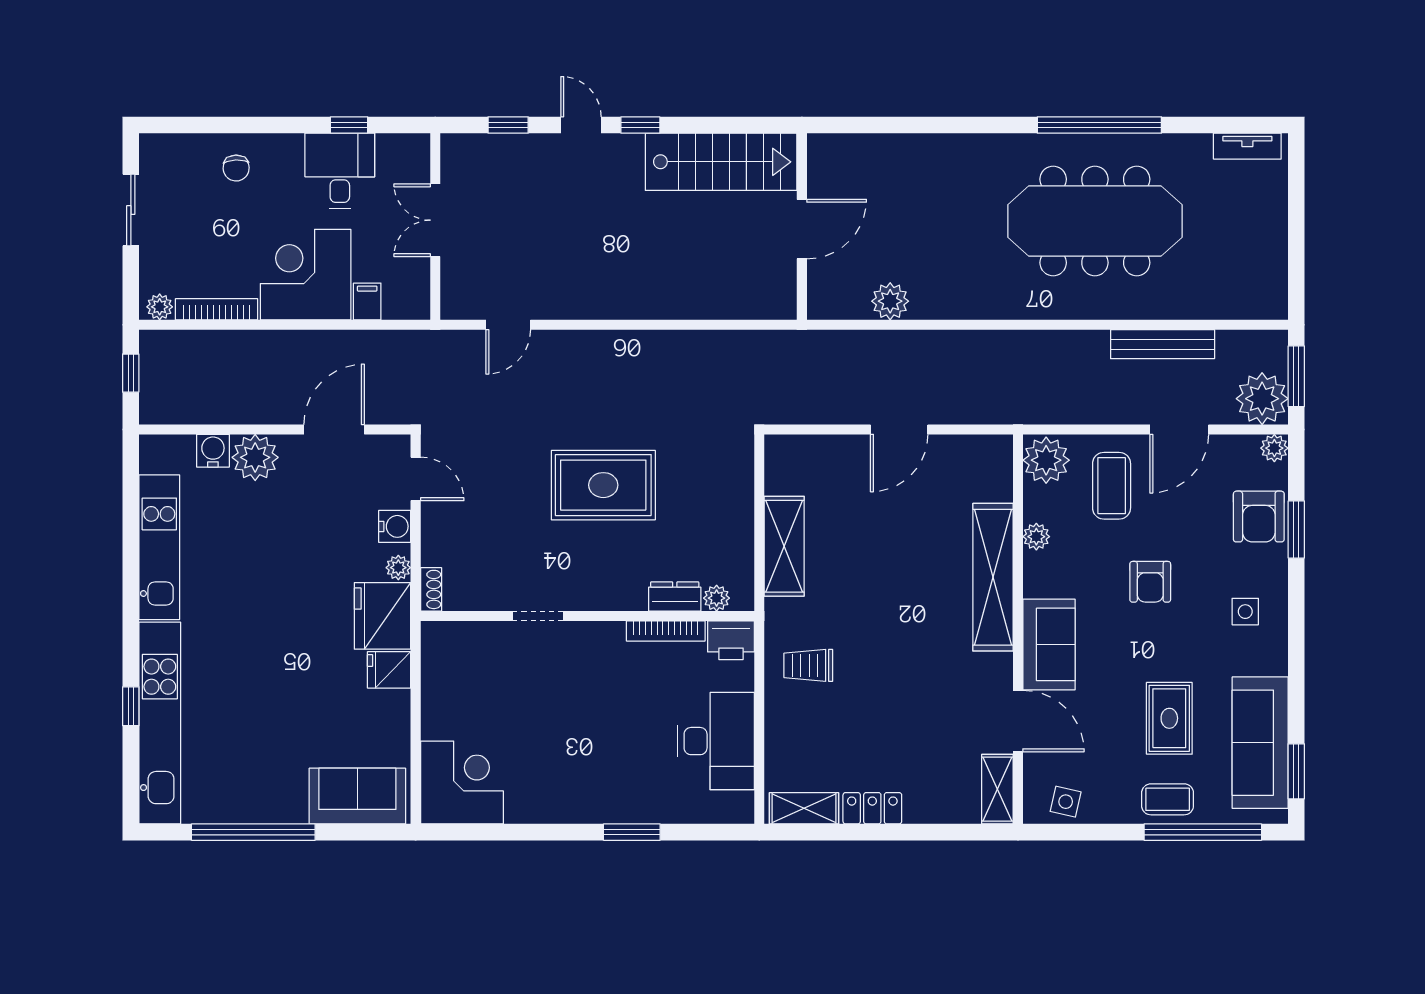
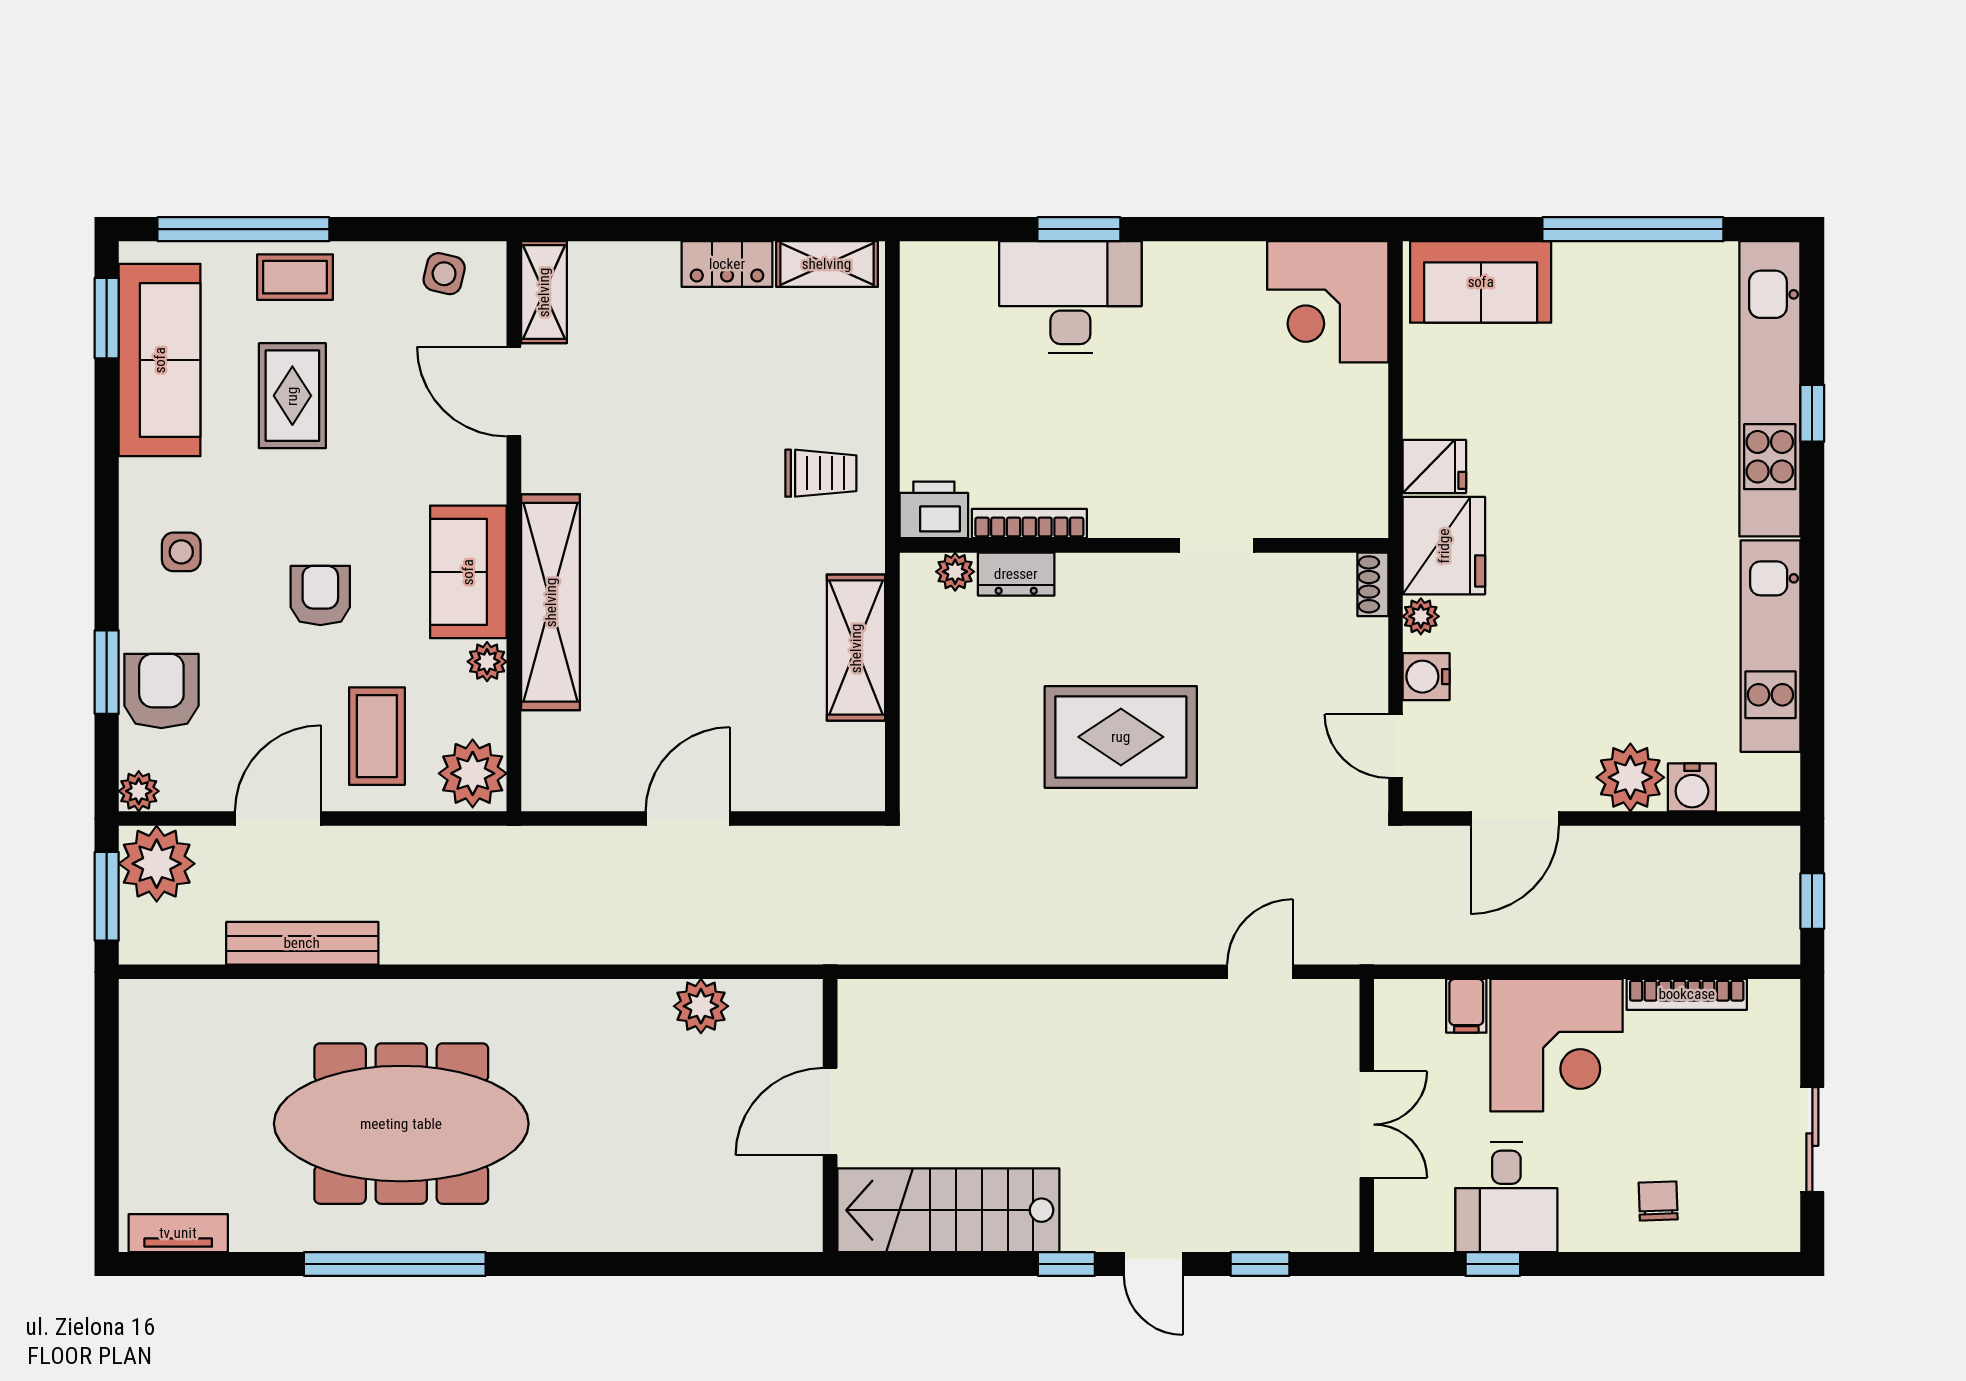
plant: (160, 307) -> (1770, 998), removed
sofa: (1049, 644) -> (468, 572), moved
desk: (716, 741) -> (1070, 297), moved, turned 90

